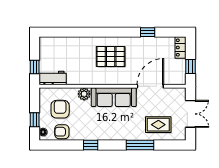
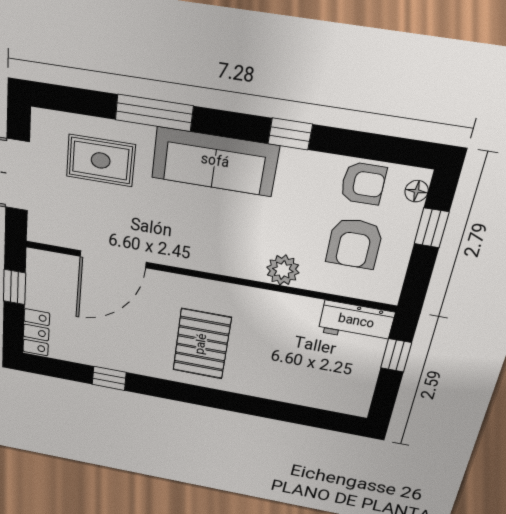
pallet: (111, 56) -> (202, 344), turned 90
sofa: (114, 97) -> (215, 162), moved, turned 180

